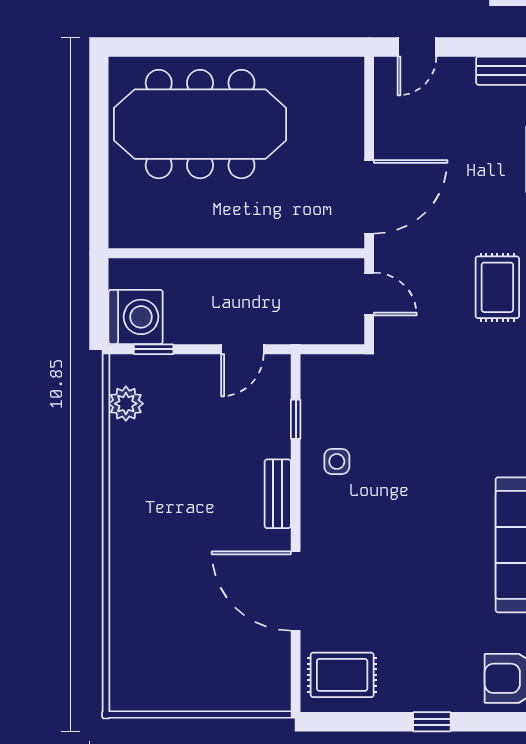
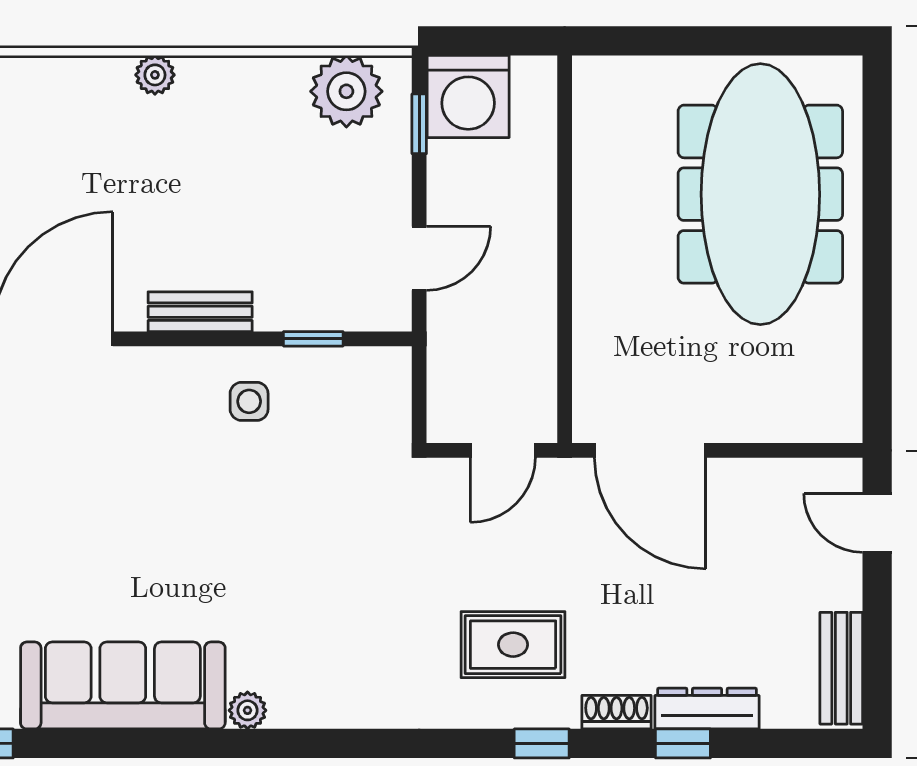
door: (242, 349) -> (419, 258), swing flipped
plant: (126, 404) -> (346, 91), width x1.36, depth x1.36
plant: (121, 524) -> (155, 75), added

